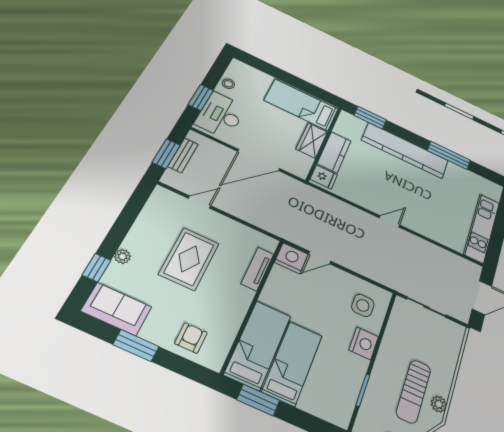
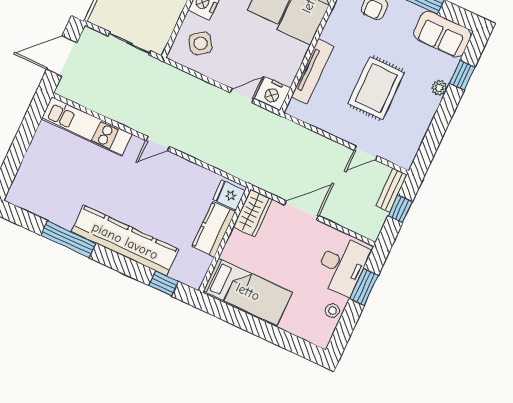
window: (370, 118) -> (163, 283), width x0.67
wardrobe: (312, 140) -> (253, 213), moved
window: (166, 154) -> (400, 209), width x0.67
bench: (183, 155) -> (391, 190), moved
door: (259, 160) -> (302, 210), width x0.73
kitchen unit: (482, 228) -> (87, 127), moved, turned 90
tv unit: (257, 269) -> (312, 72), width x1.41
side table: (363, 305) -> (200, 43), turned -36

